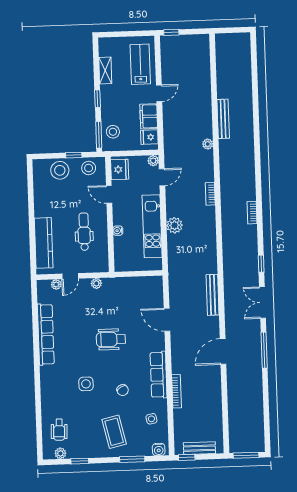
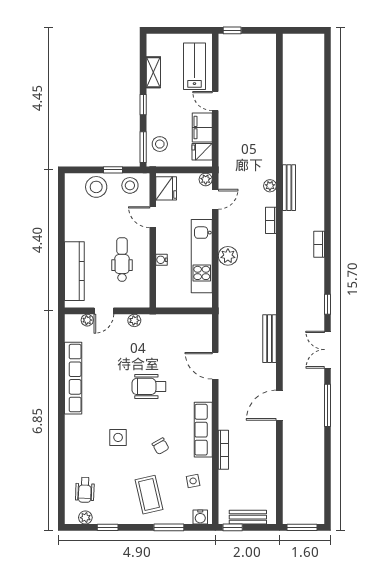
door: (159, 93) -> (215, 101), swing flipped
bench: (223, 119) -> (289, 188), moved
plant: (208, 144) -> (270, 186), moved

